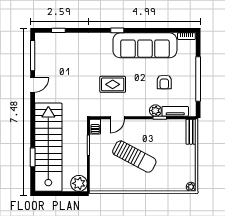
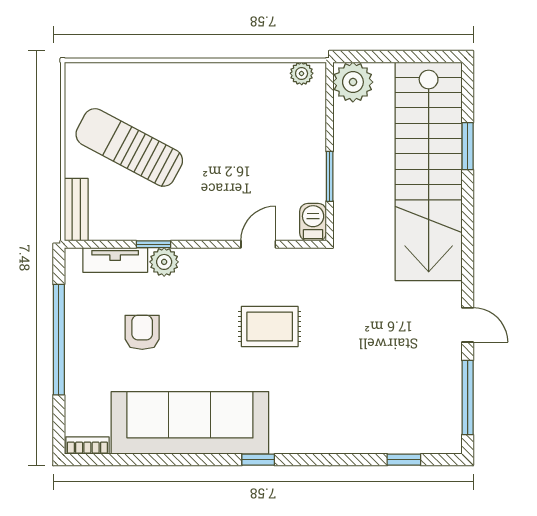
door: (33, 85) -> (468, 325), swing flipped
sun lounger: (134, 157) -> (129, 147), moved
plant: (191, 187) -> (302, 73), moved

